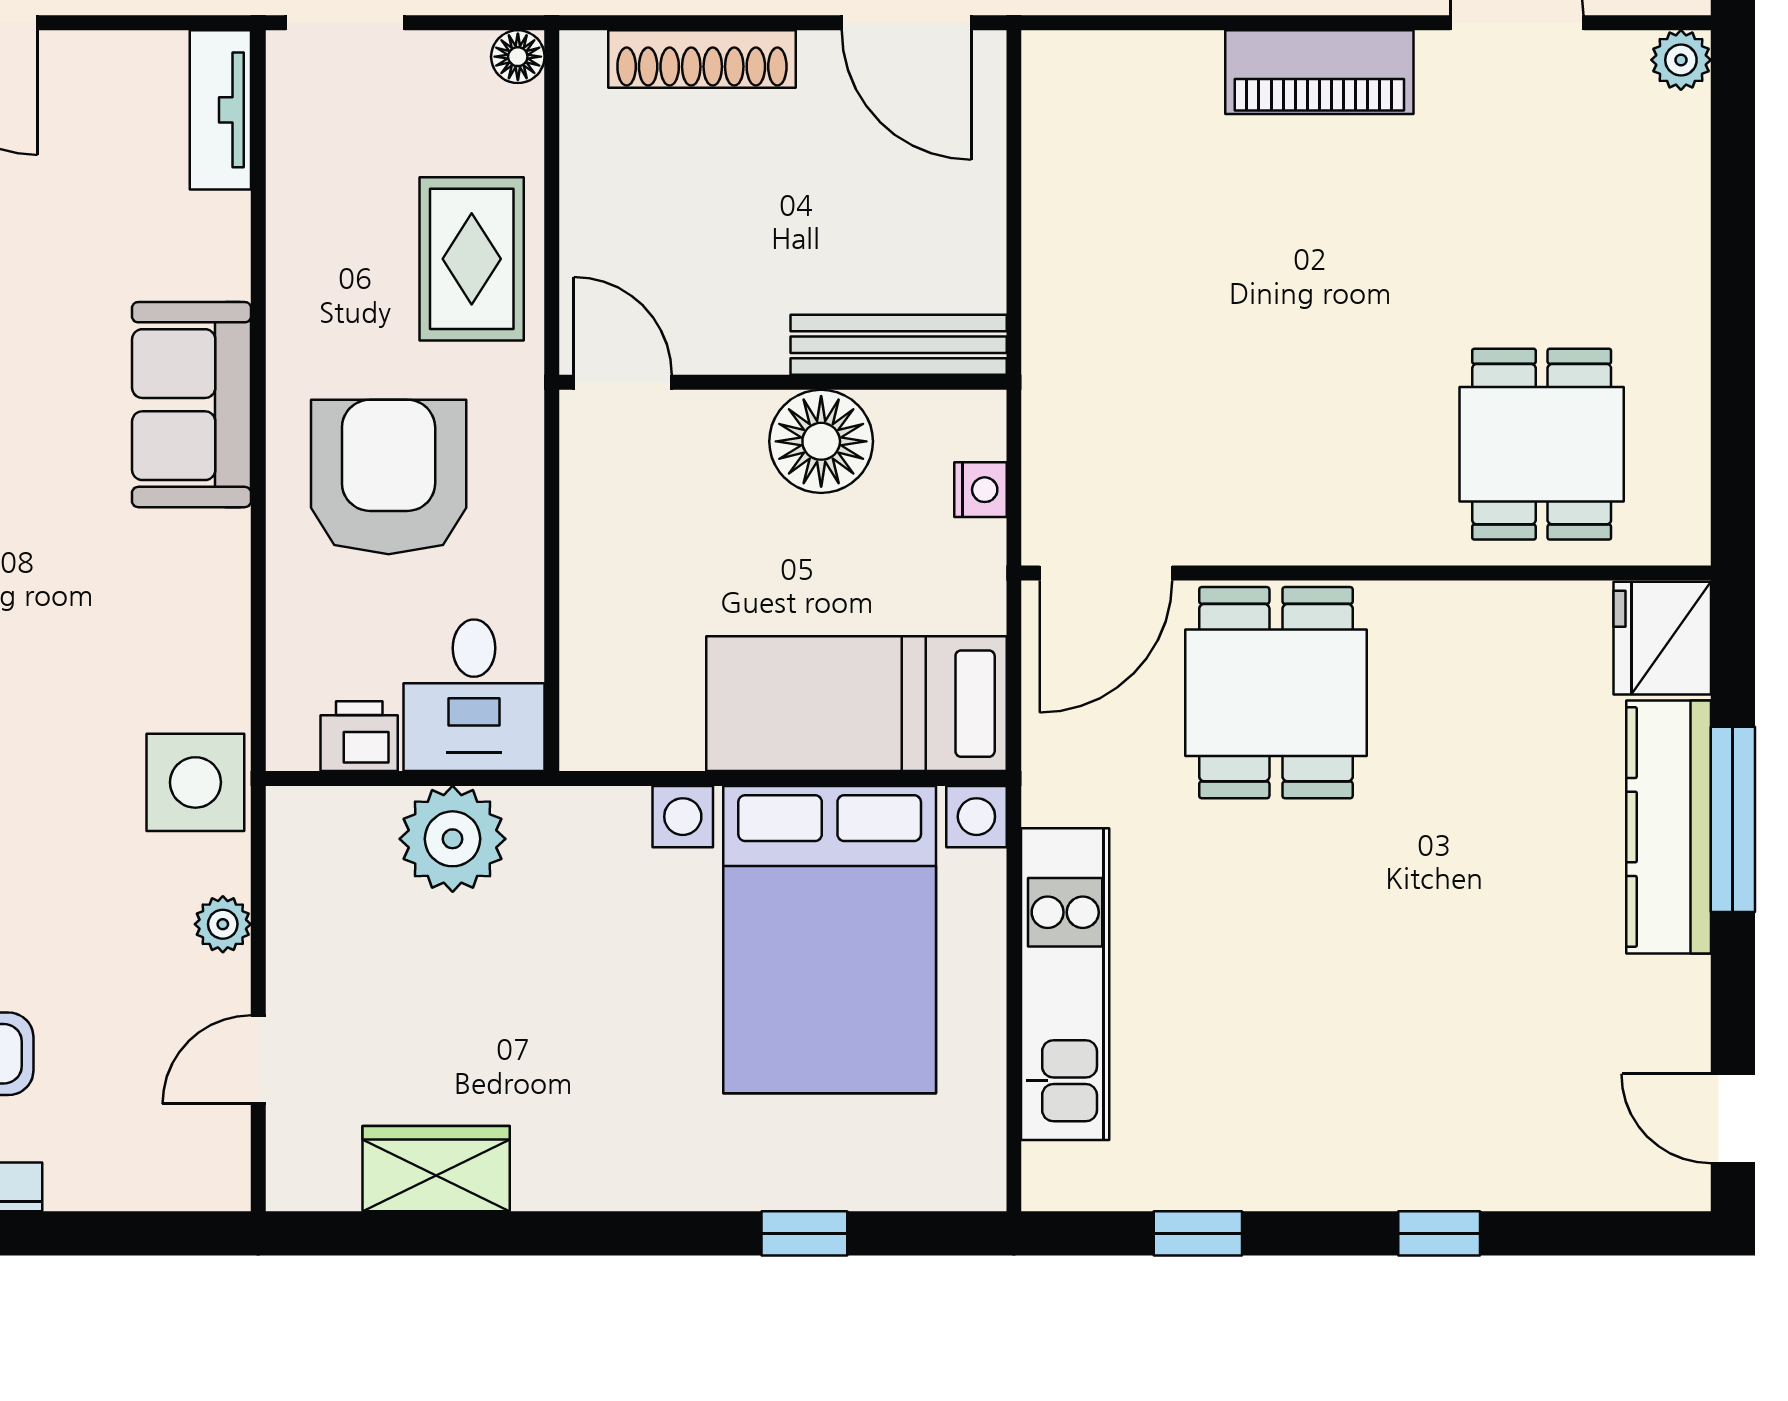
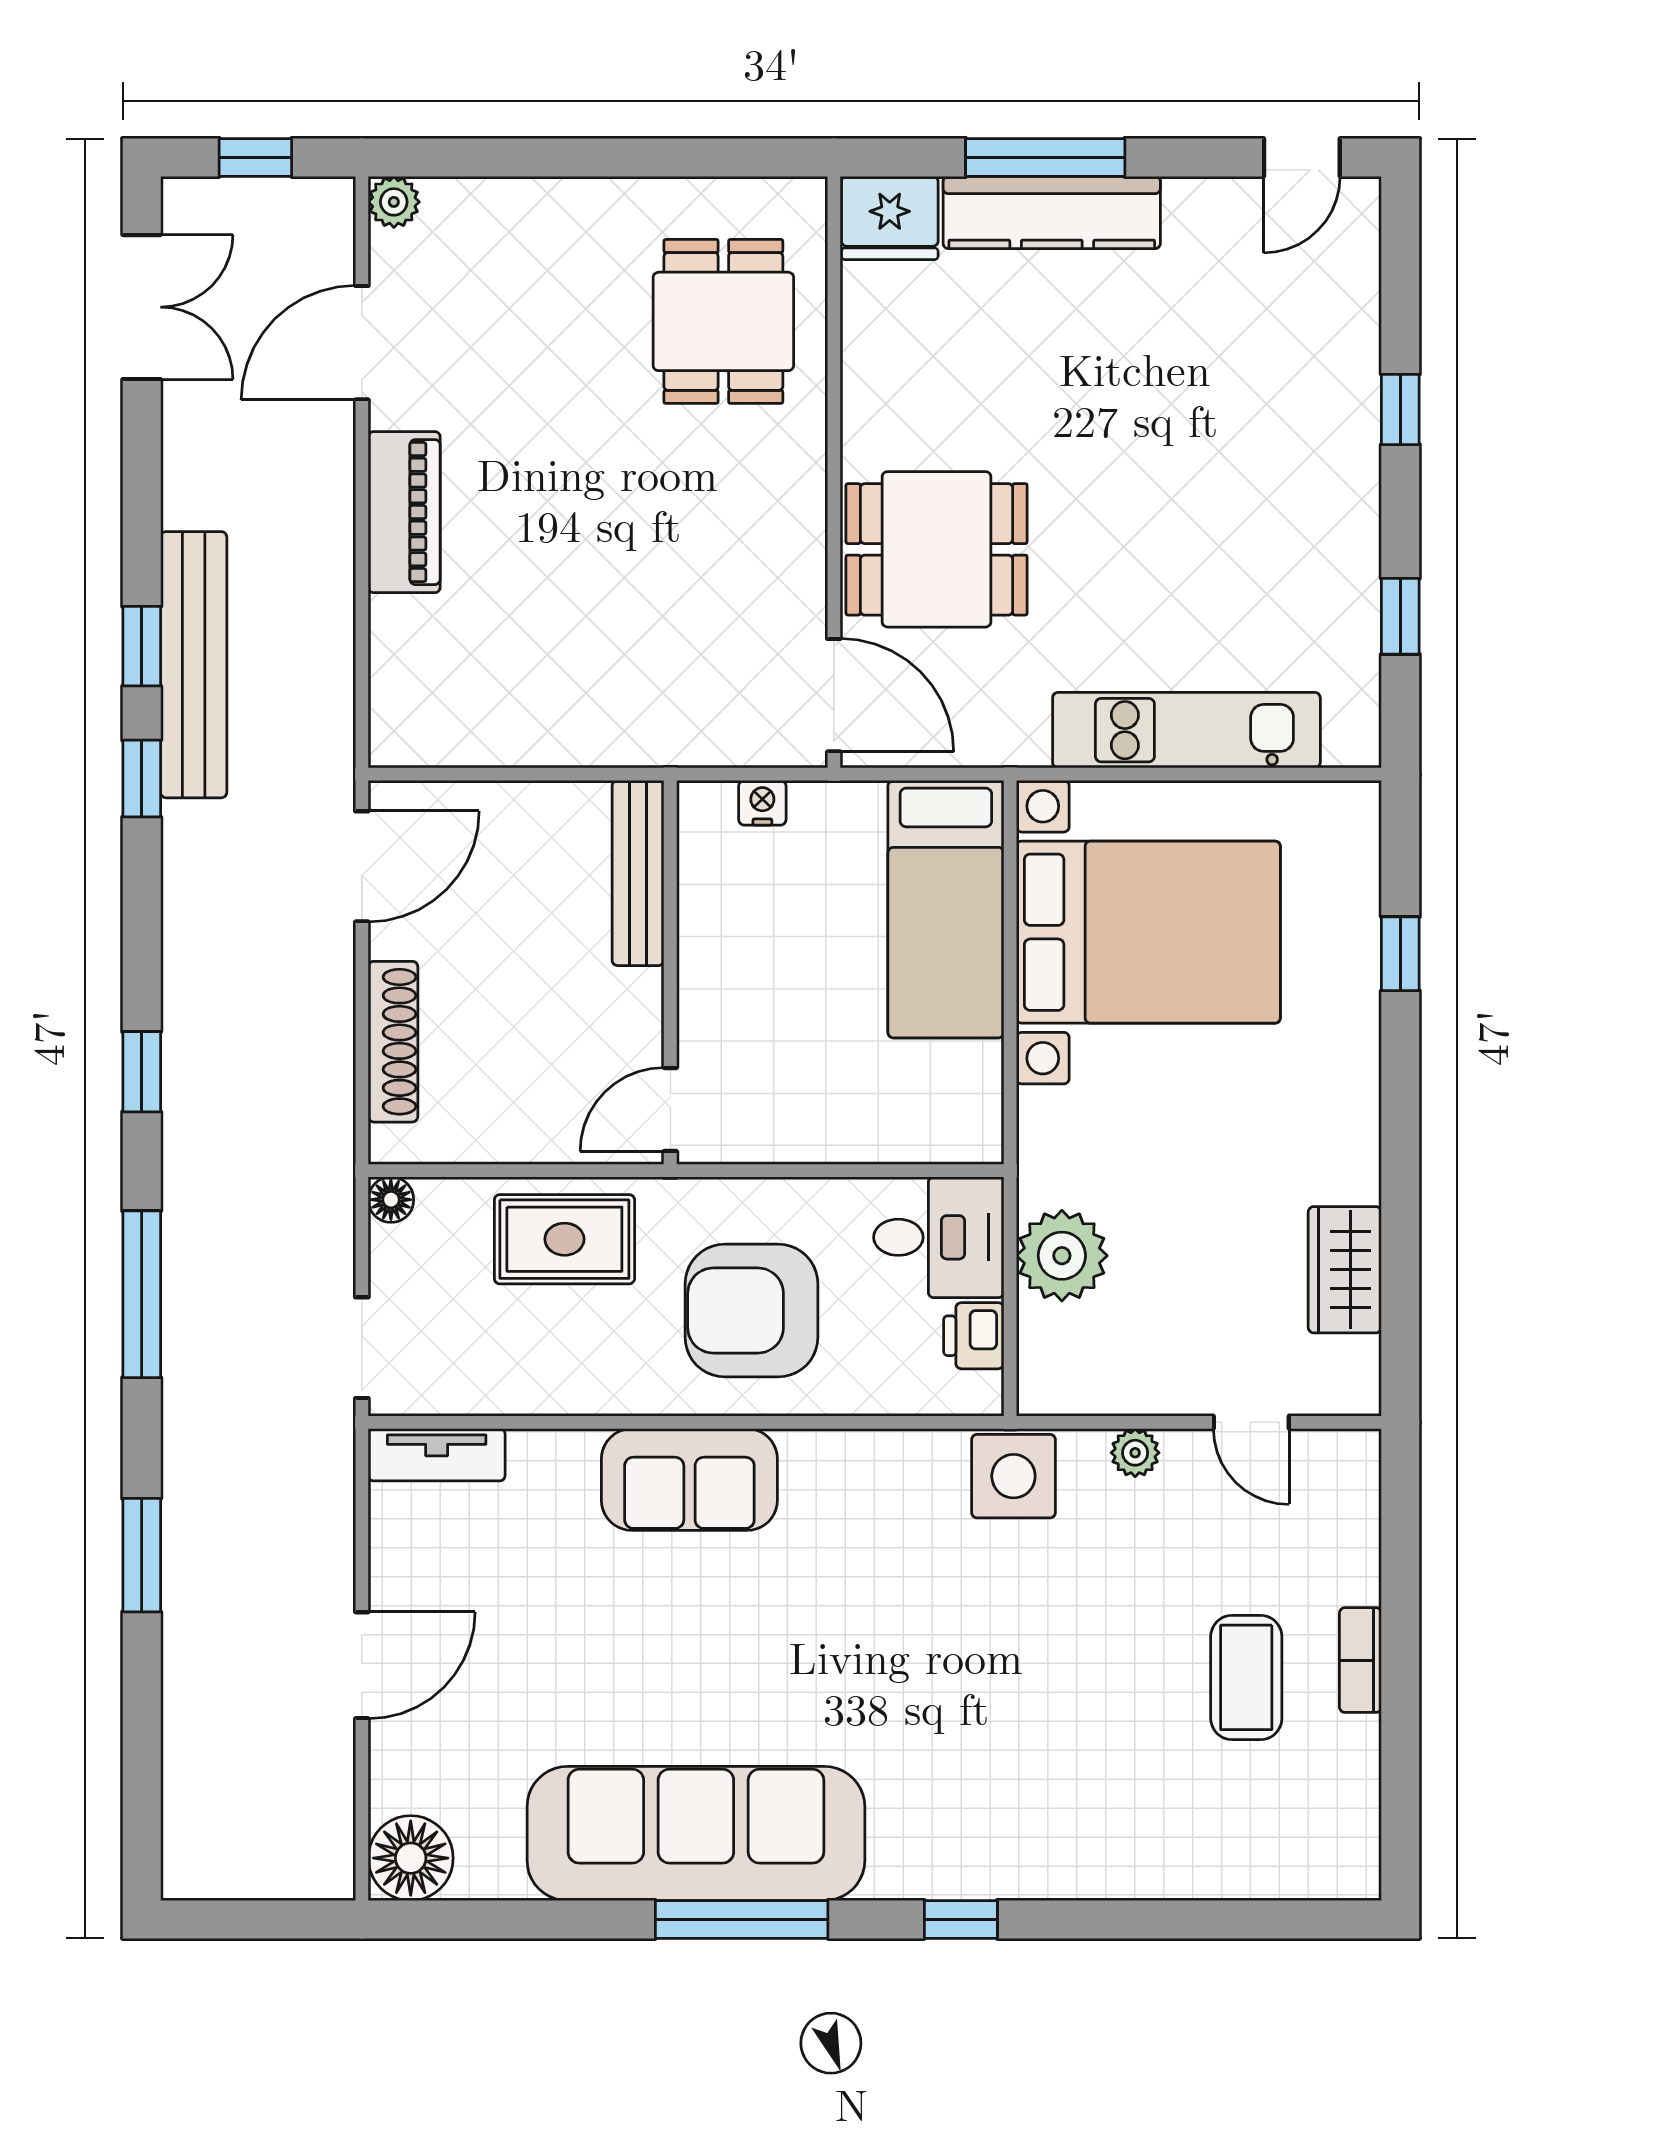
floor lamp: (821, 441) -> (721, 939), removed
dining table: (1542, 444) -> (723, 321), turned 90

